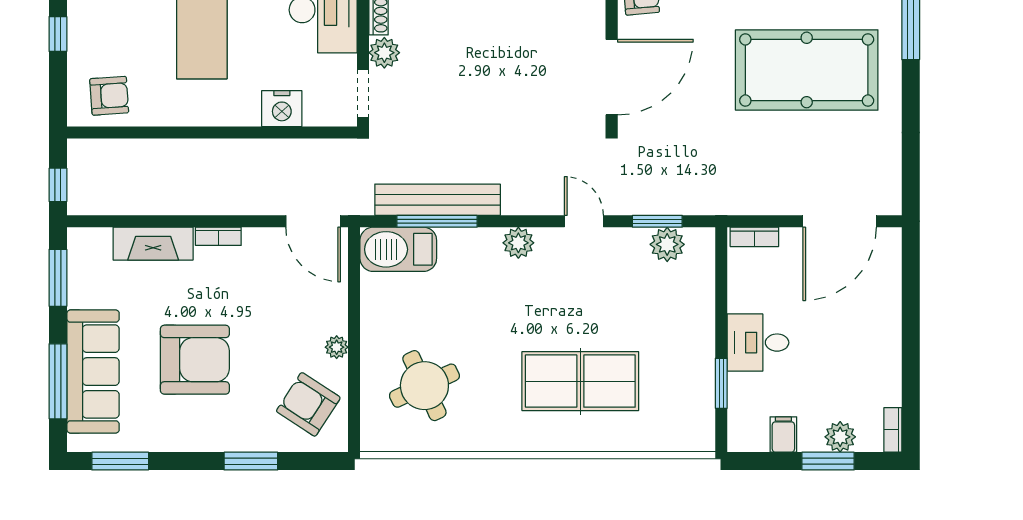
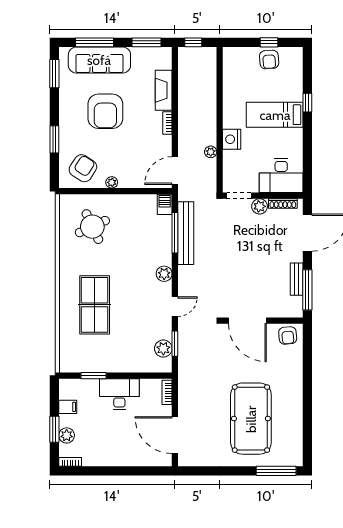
armchair: (109, 96) -> (269, 59), moved
nightstand: (282, 109) -> (232, 139), moved
plant: (276, 150) -> (211, 152), added
barbecue: (398, 249) -> (165, 204), width x0.53, depth x0.65
desk: (758, 343) -> (119, 394), width x1.37

